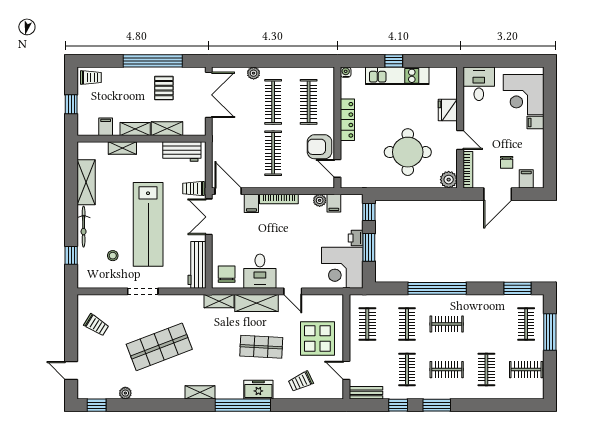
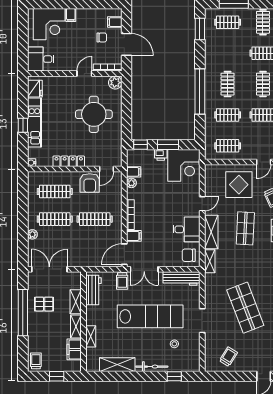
fridge: (448, 110) -> (35, 89), moved, turned -90
filing cabinet: (106, 127) -> (74, 349), width x2.00

